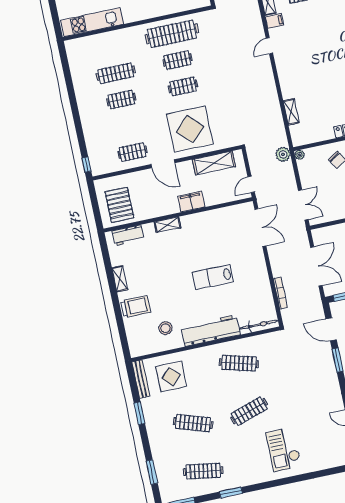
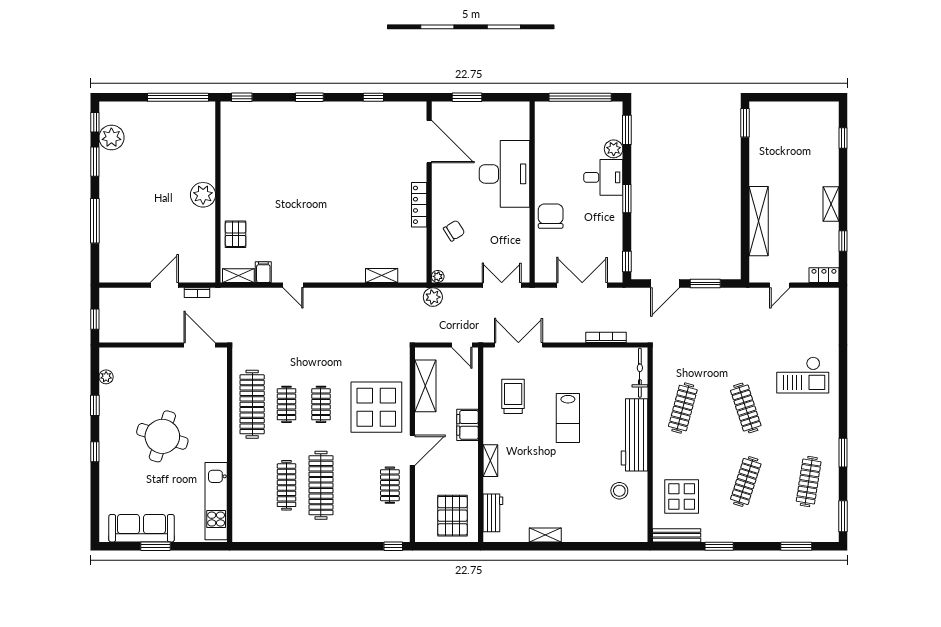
clothes rail: (121, 100) -> (321, 485), width x1.86, depth x1.31
pallet: (119, 205) -> (452, 516), turned 90
trolley: (136, 307) -> (513, 396), moved

